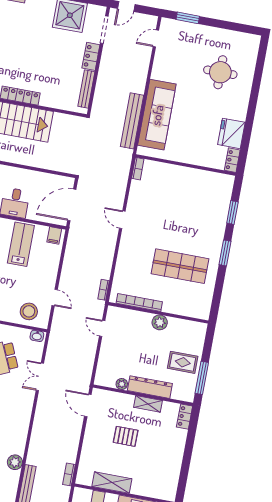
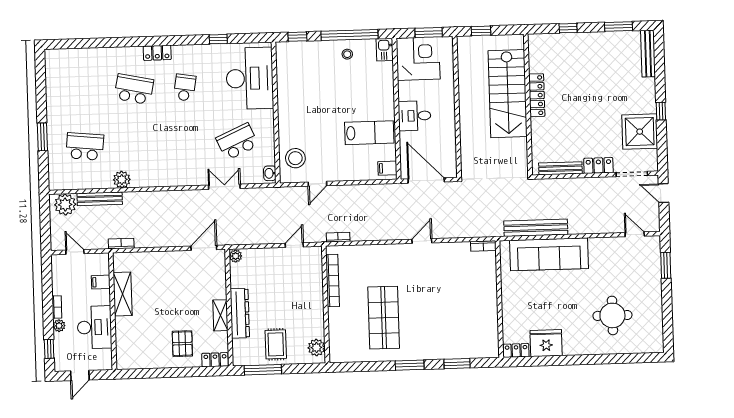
plant: (160, 322) -> (316, 348), moved
plant: (122, 384) -> (236, 256), moved
pallet: (126, 436) -> (182, 344), moved

